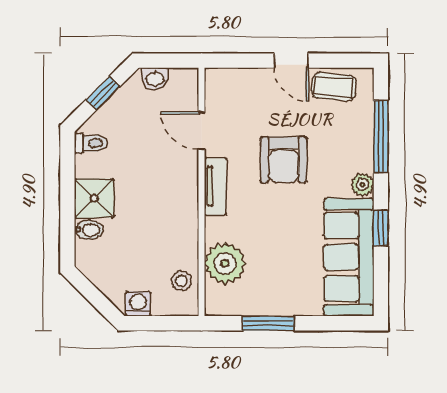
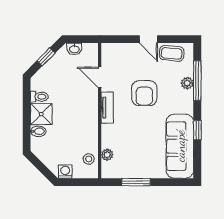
toilet: (91, 143) -> (39, 97), moved
plant: (362, 185) -> (187, 83), moved
plant: (225, 263) -> (107, 155), width x0.53, depth x0.53

